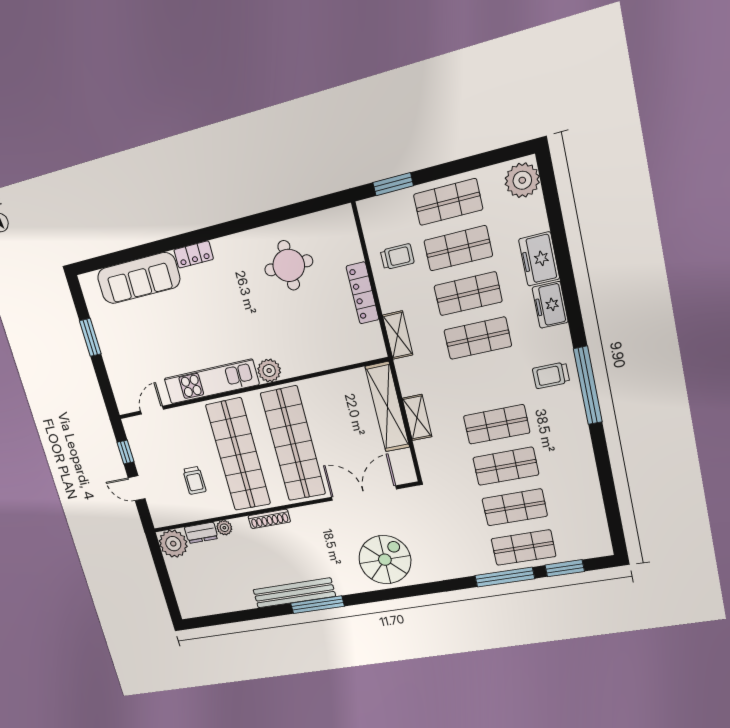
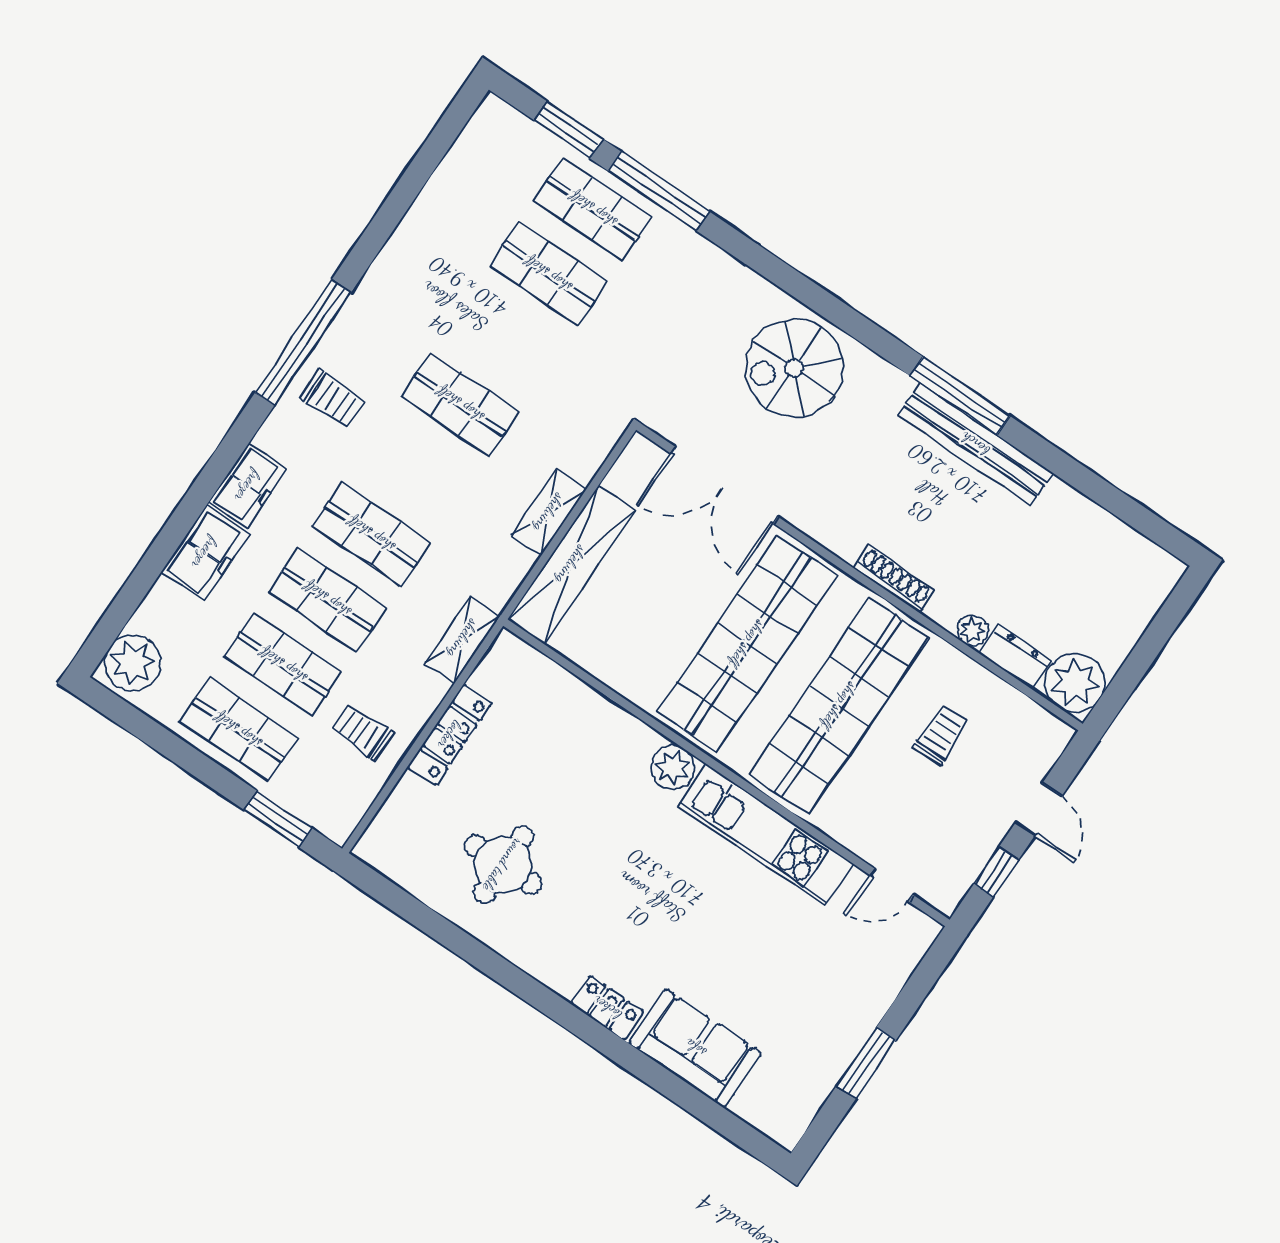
sofa: (139, 278) -> (695, 1048), width x0.73
shop shelf: (506, 466) -> (504, 339), removed

